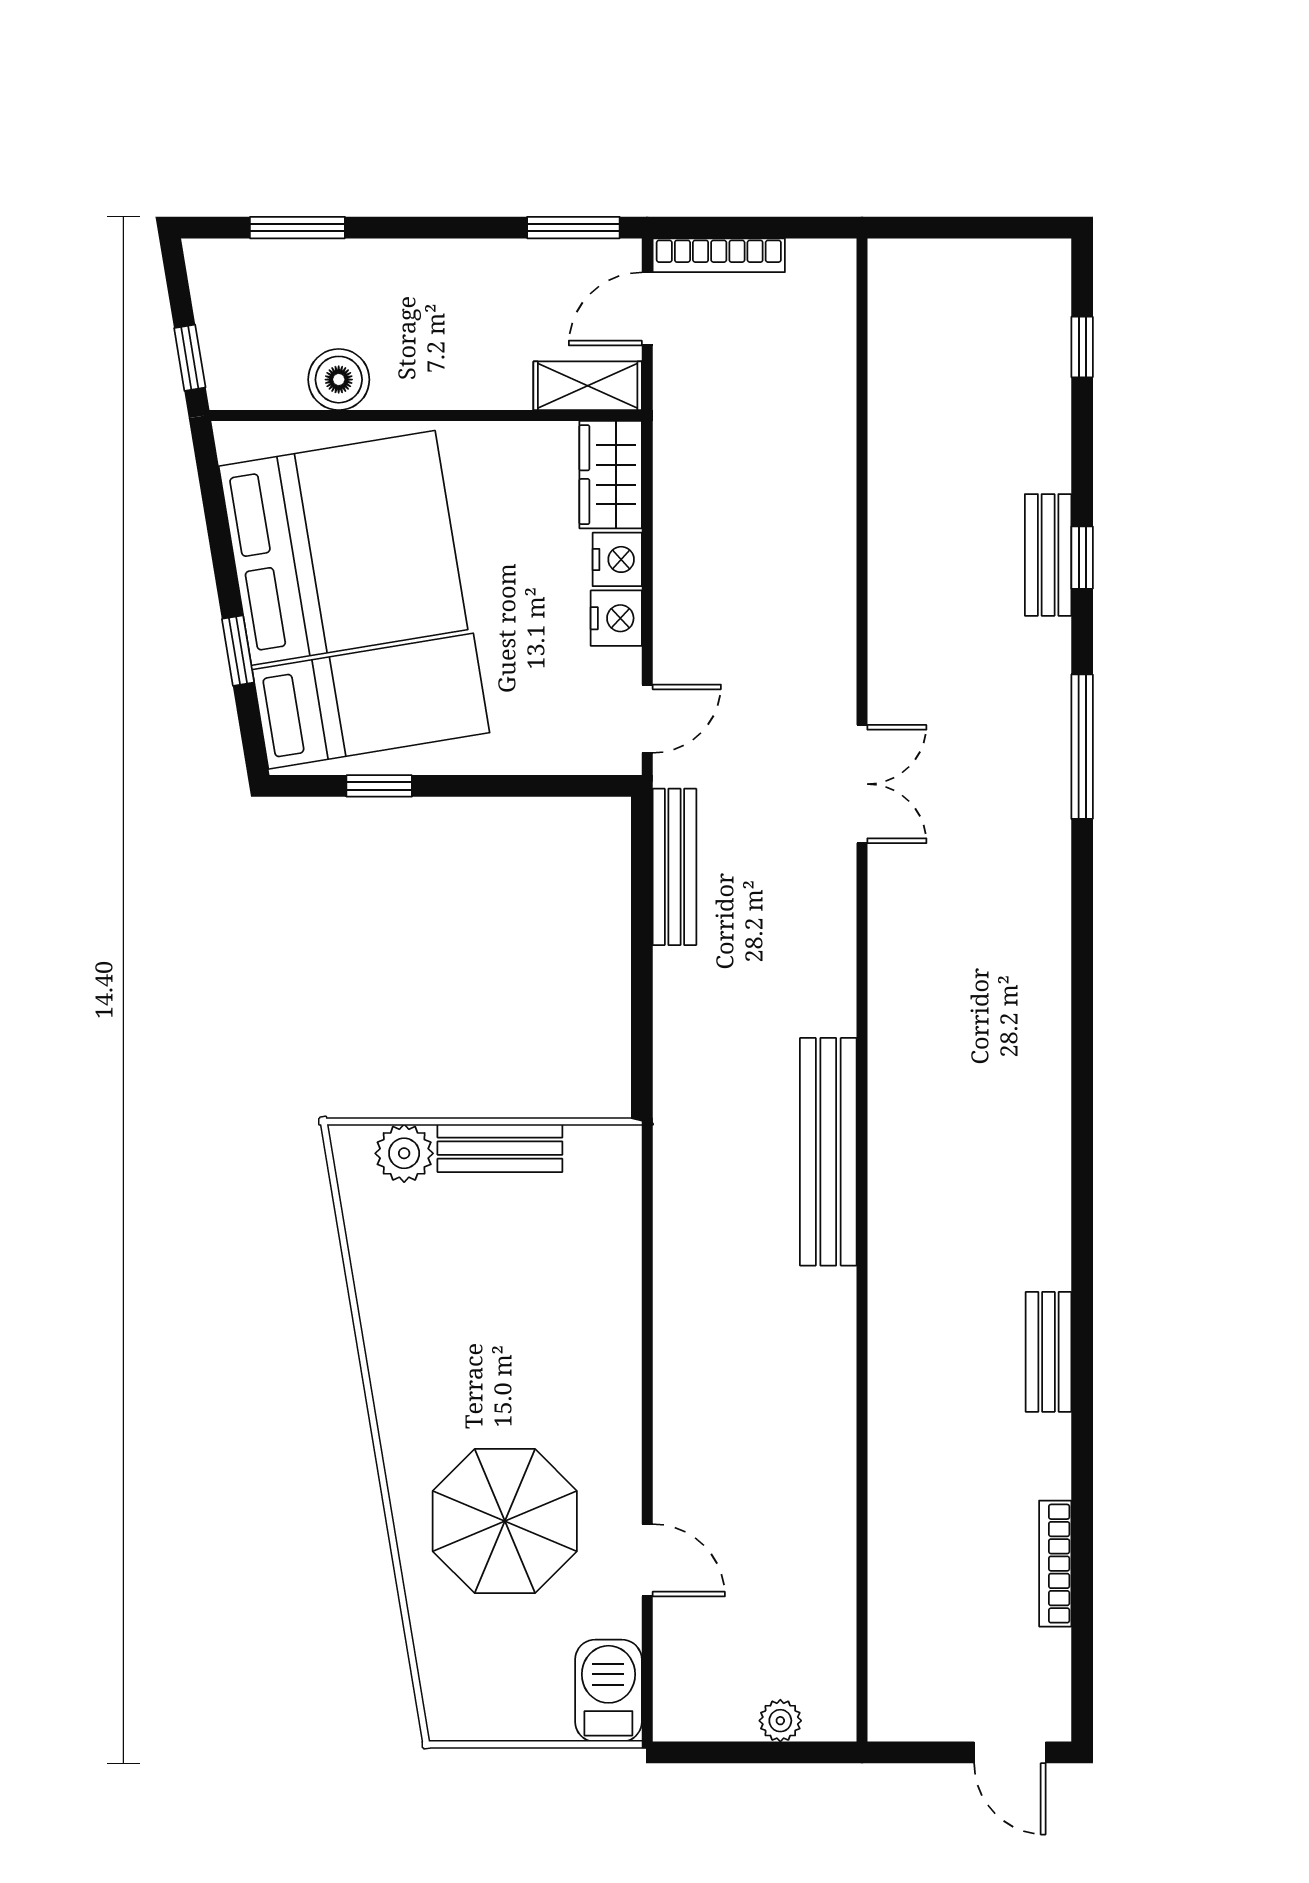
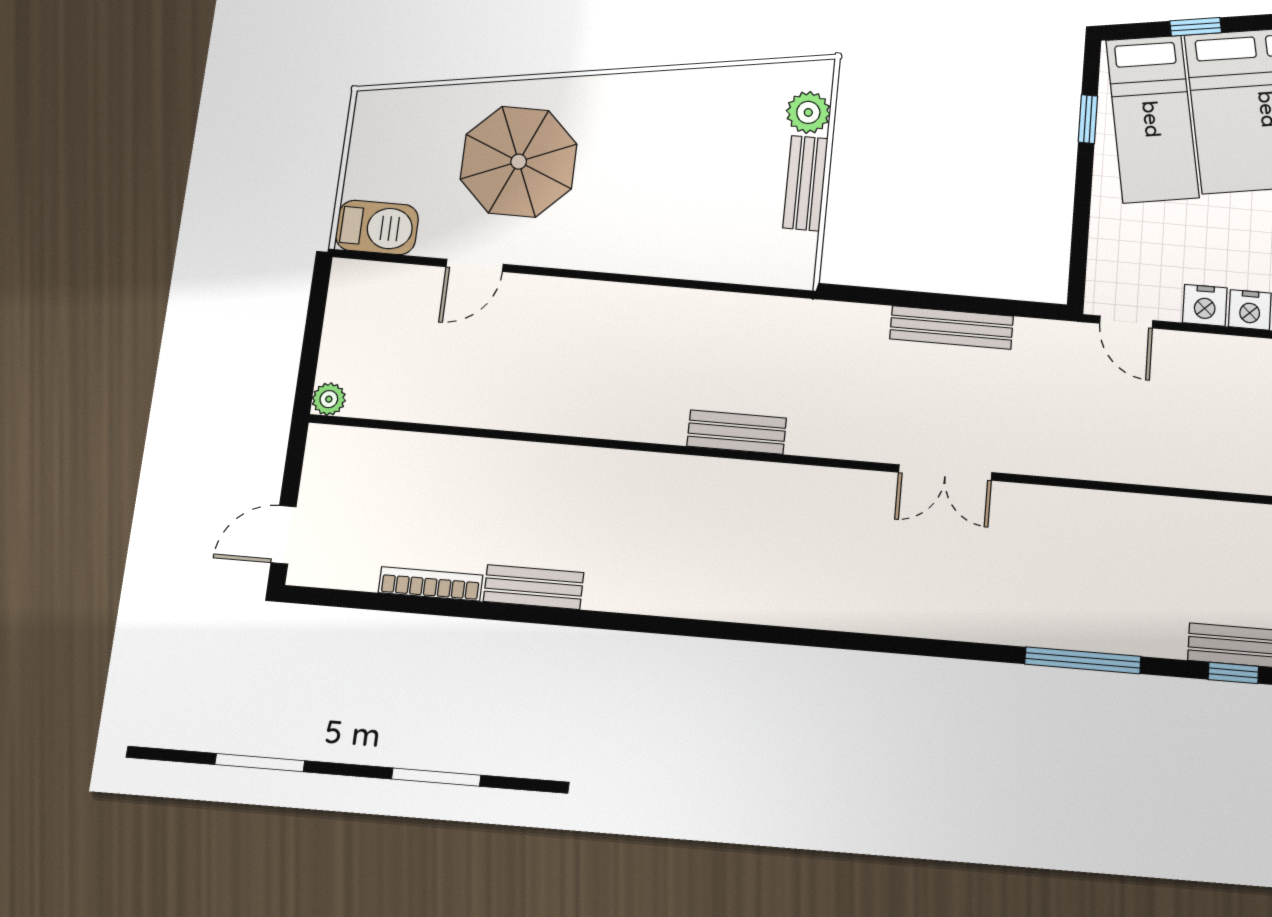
double door: (862, 784) -> (945, 472), moved
bench: (674, 867) -> (952, 328), moved
bench: (828, 1152) -> (737, 432), width x0.54, depth x0.82
bench: (1048, 1352) -> (534, 587), moved
plant: (780, 1721) -> (329, 399), moved

